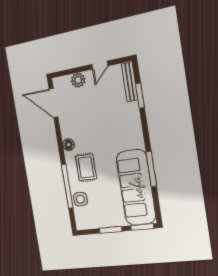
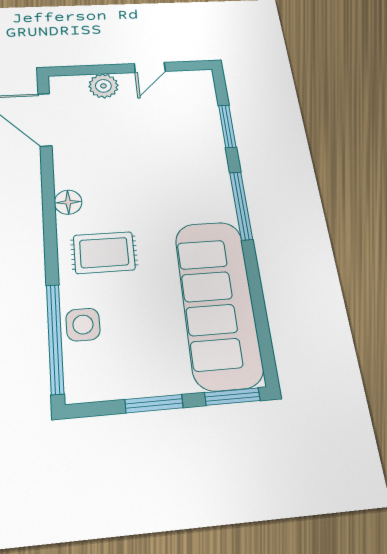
bench: (130, 82) -> (207, 102), removed
rug: (86, 167) -> (104, 253), turned 90
window: (151, 169) -> (241, 206), moved
window: (67, 186) -> (55, 338), moved

